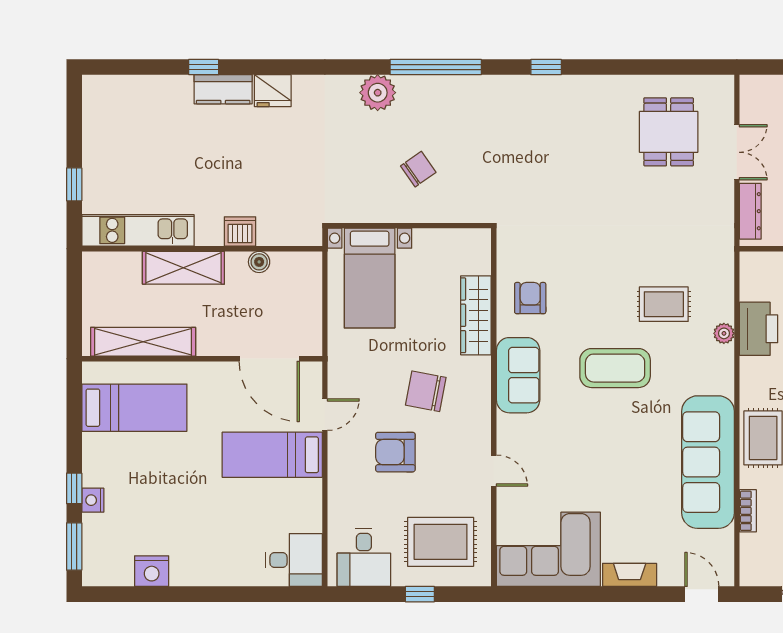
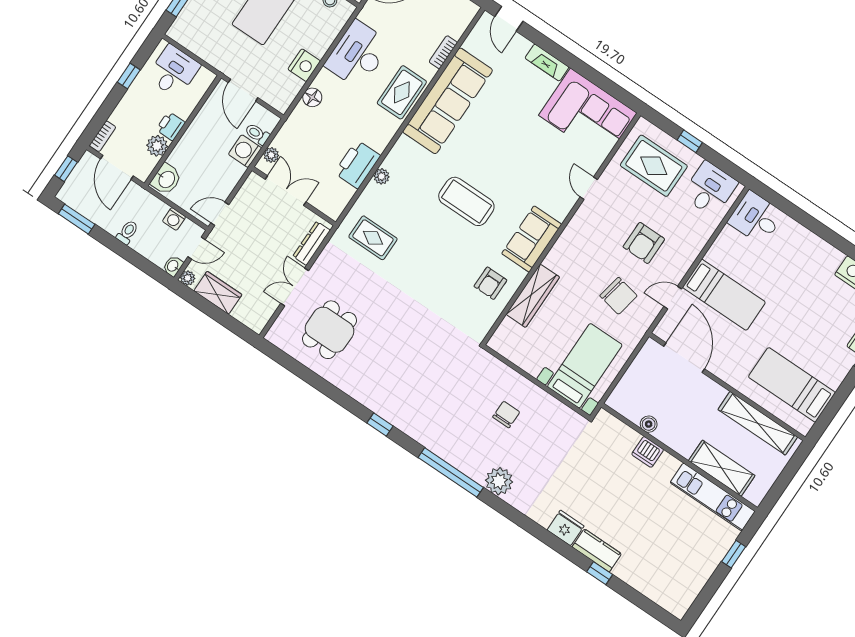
chair: (418, 169) -> (506, 414), turned 125
shelving: (183, 268) -> (722, 468), moved
rug: (664, 304) -> (373, 238), moved
chair: (426, 391) -> (619, 296), moved
armchair: (395, 452) -> (644, 243), turned 90

